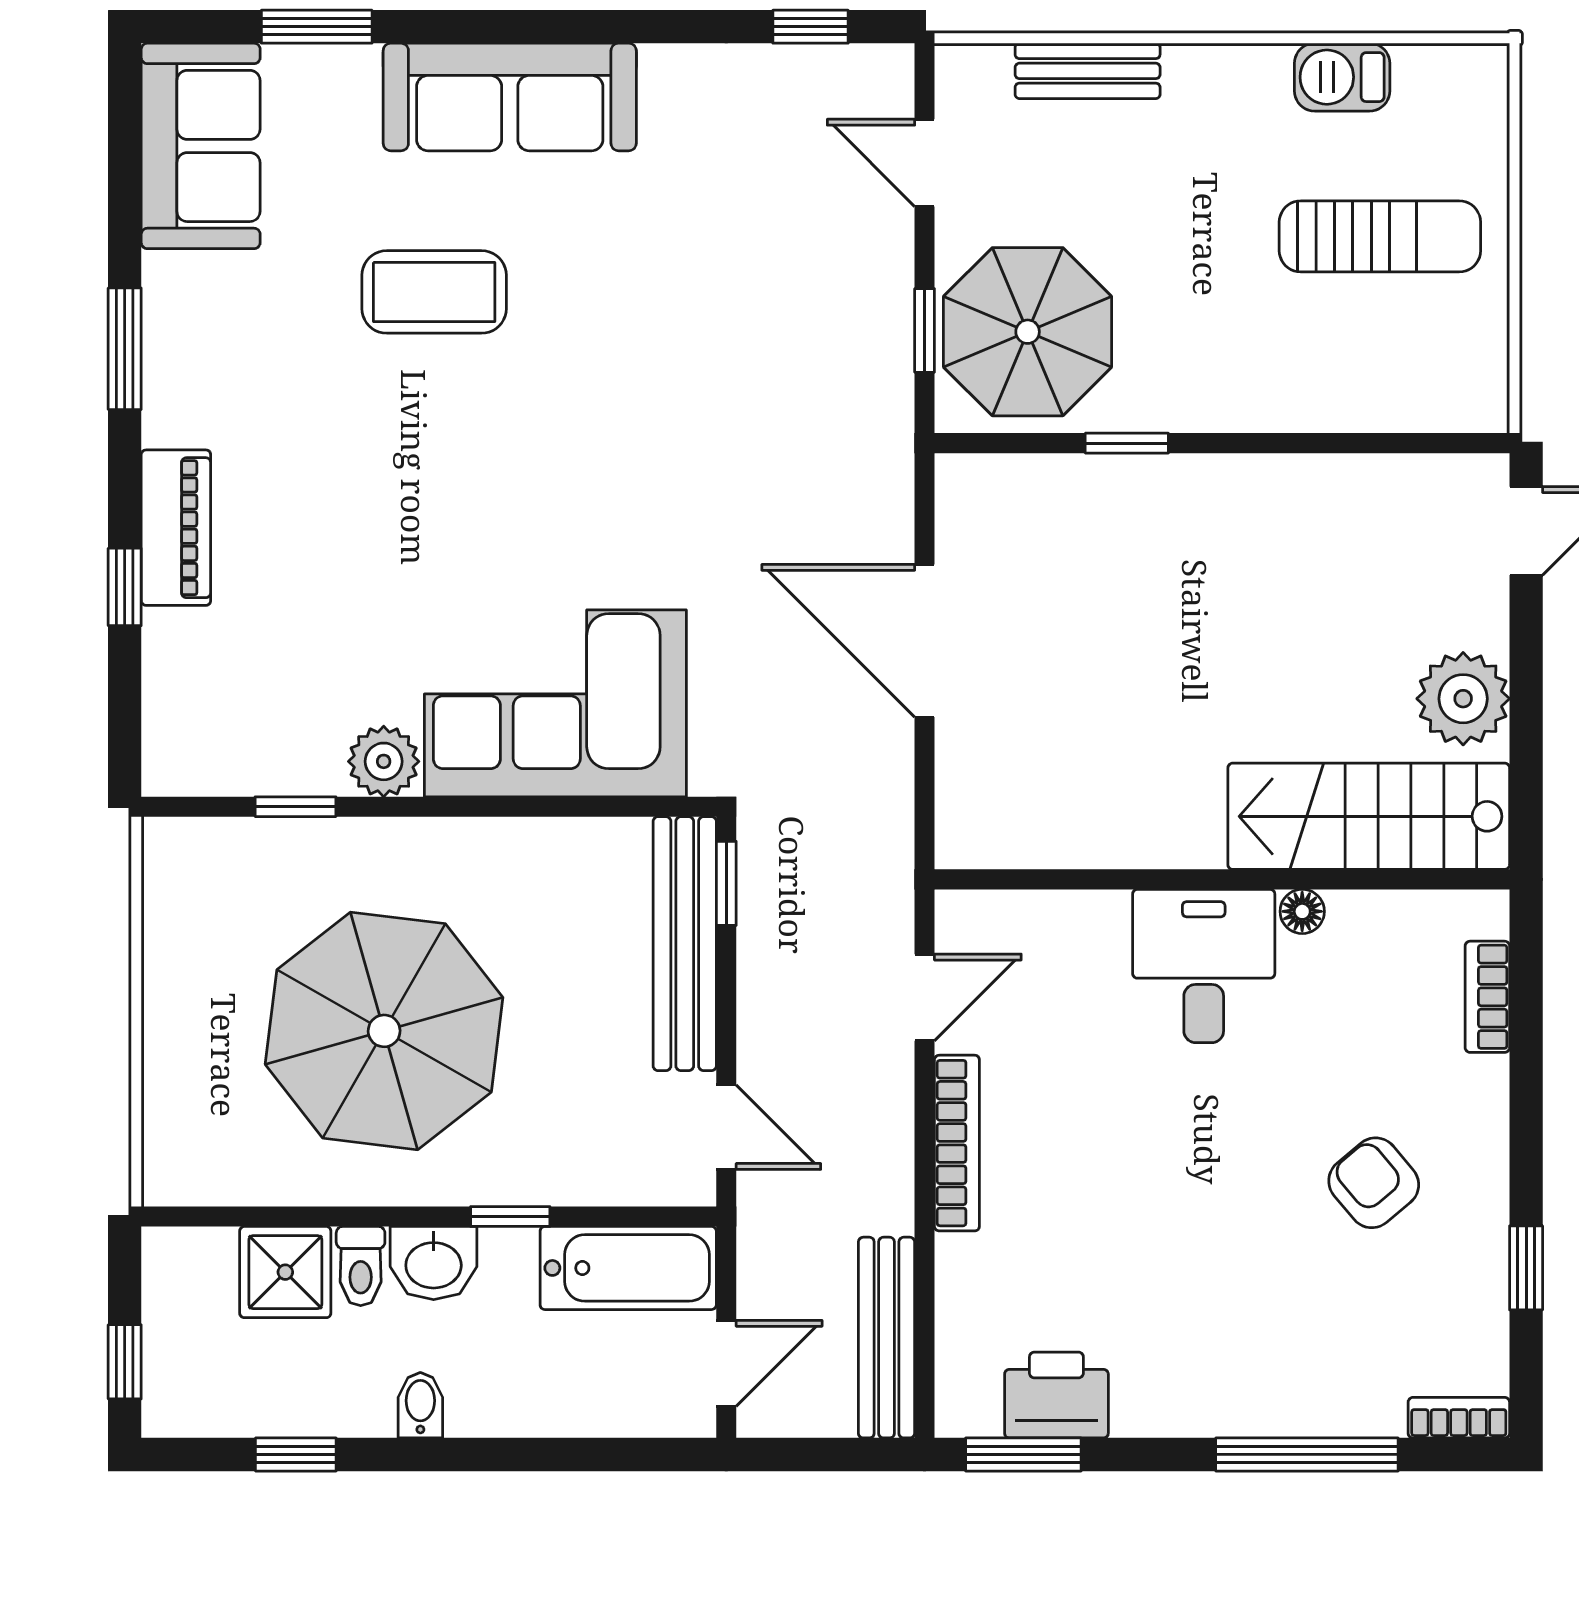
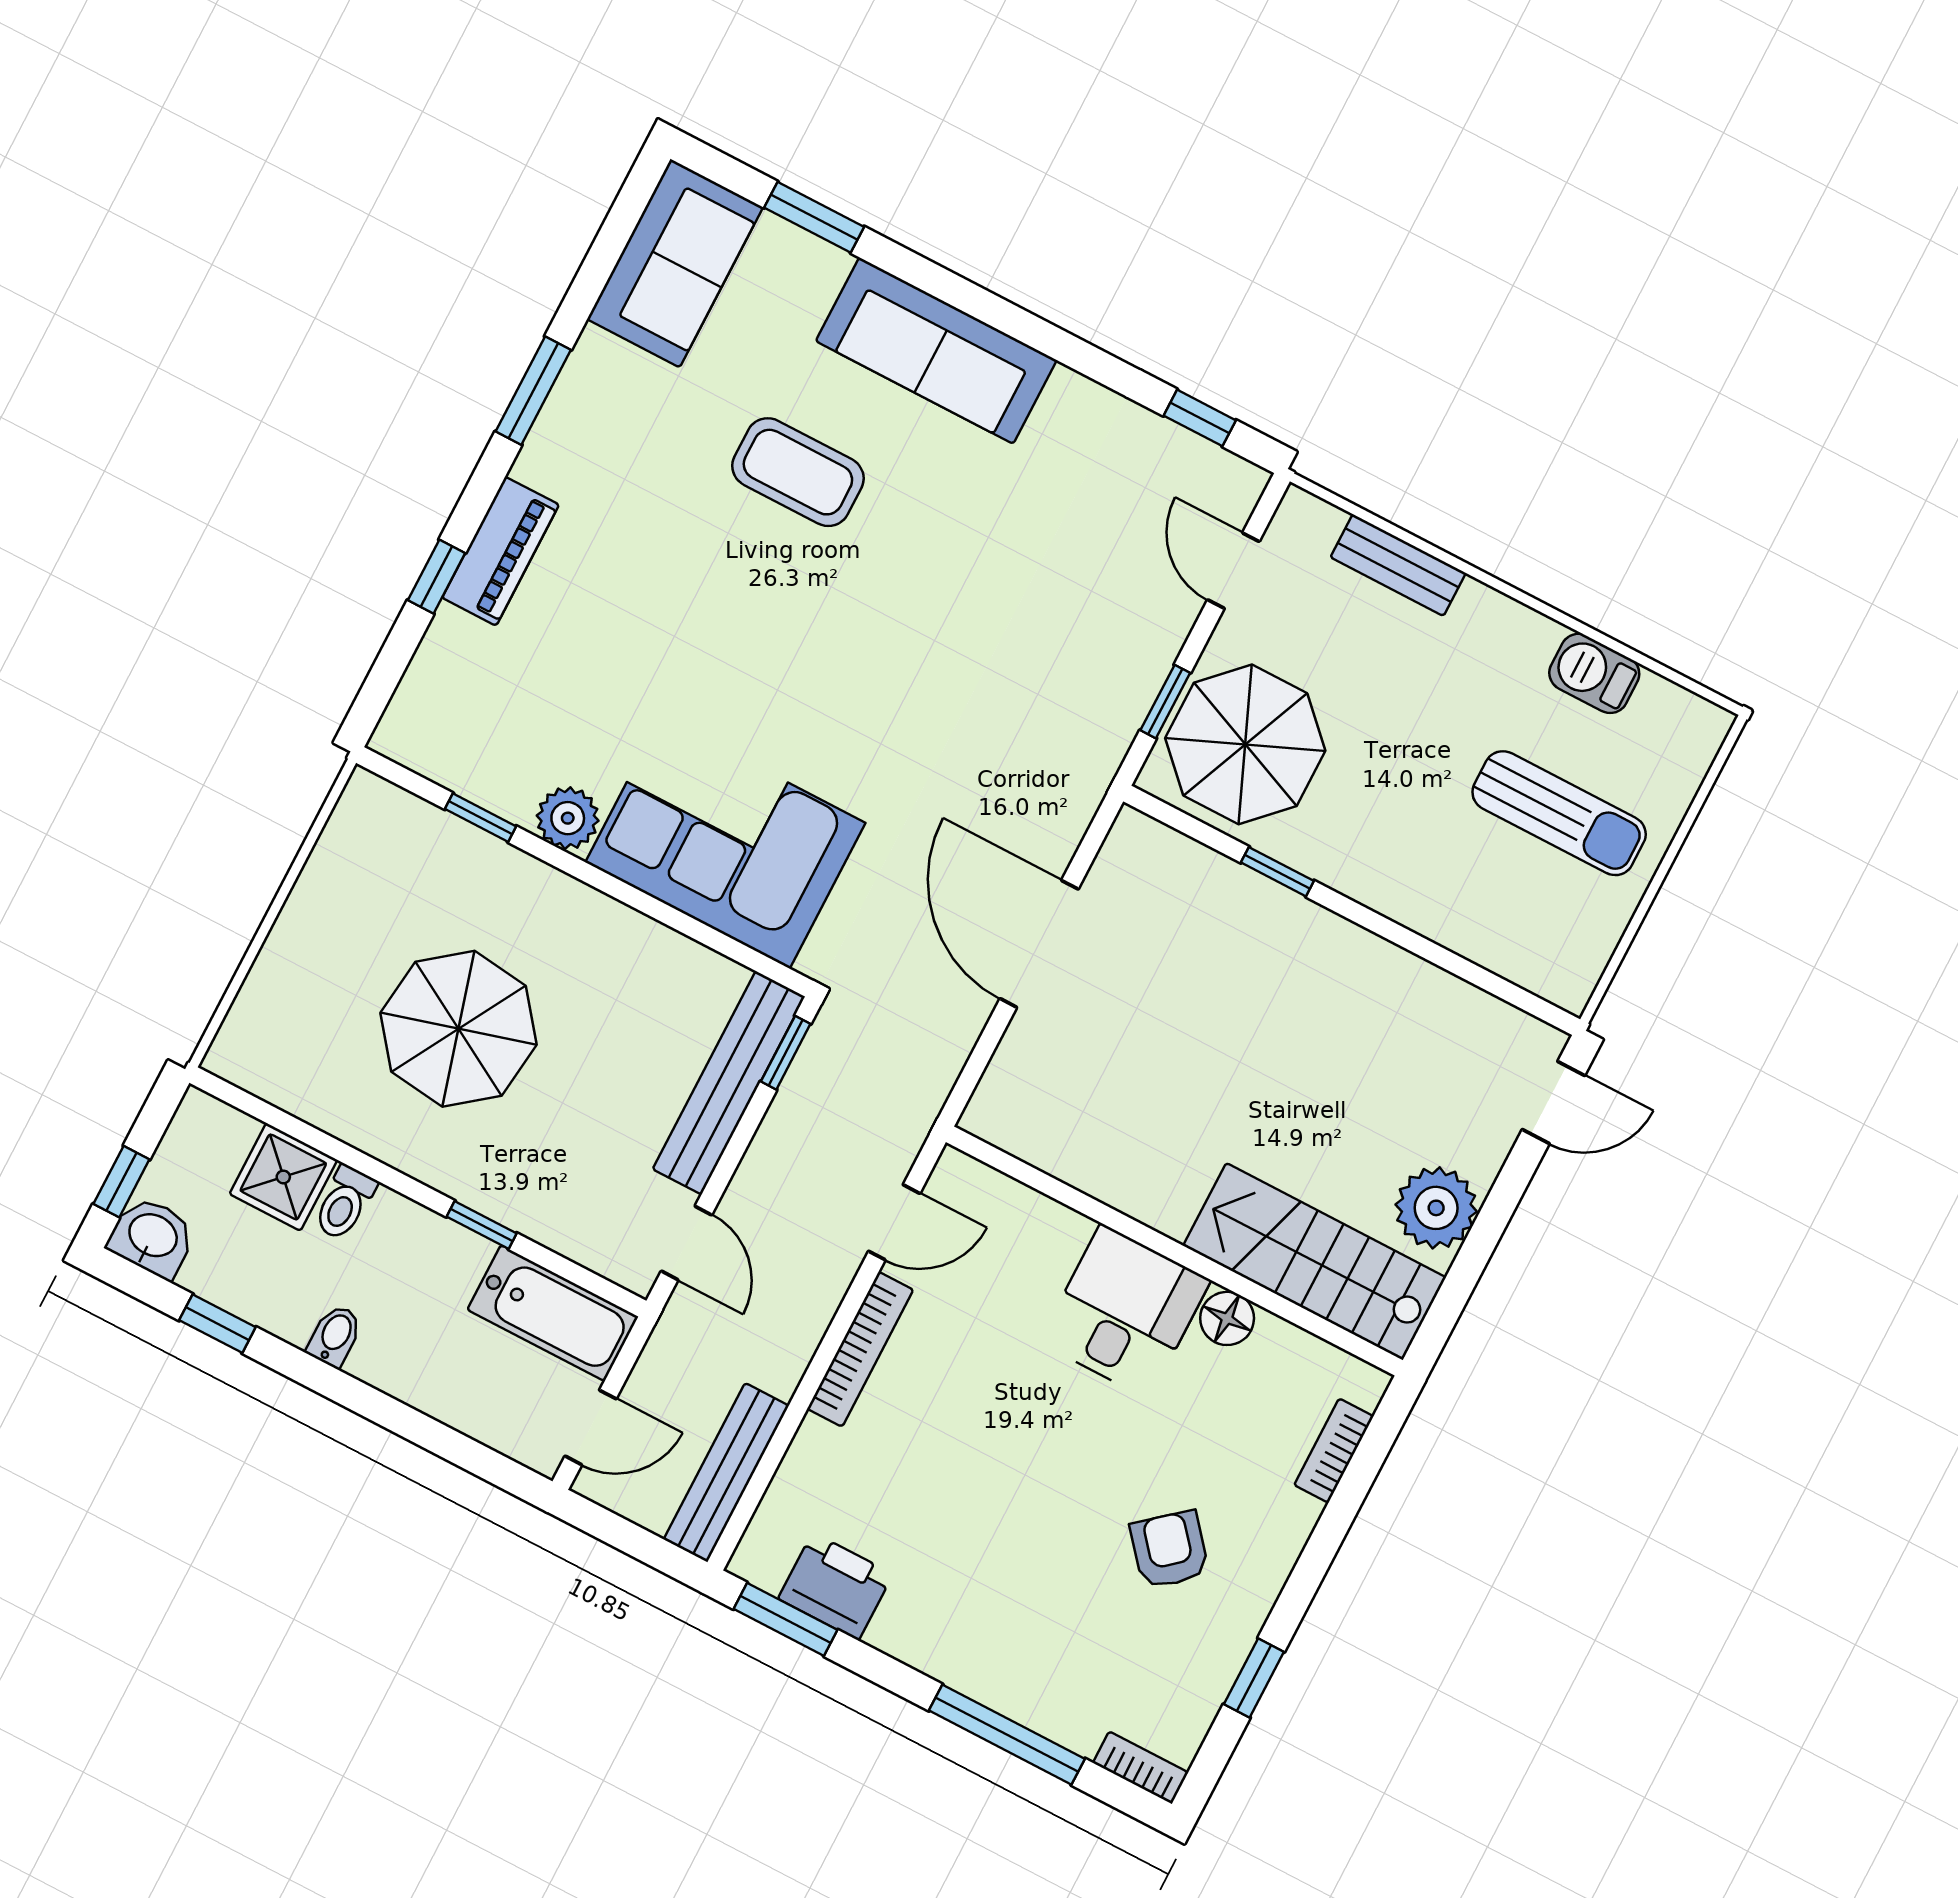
floor lamp: (1302, 911) -> (1227, 1318), width x1.37, depth x1.37
parasol: (384, 1031) -> (459, 1029), width x0.73, depth x0.73
washbasin: (434, 1263) -> (152, 1237), moved, turned 180

